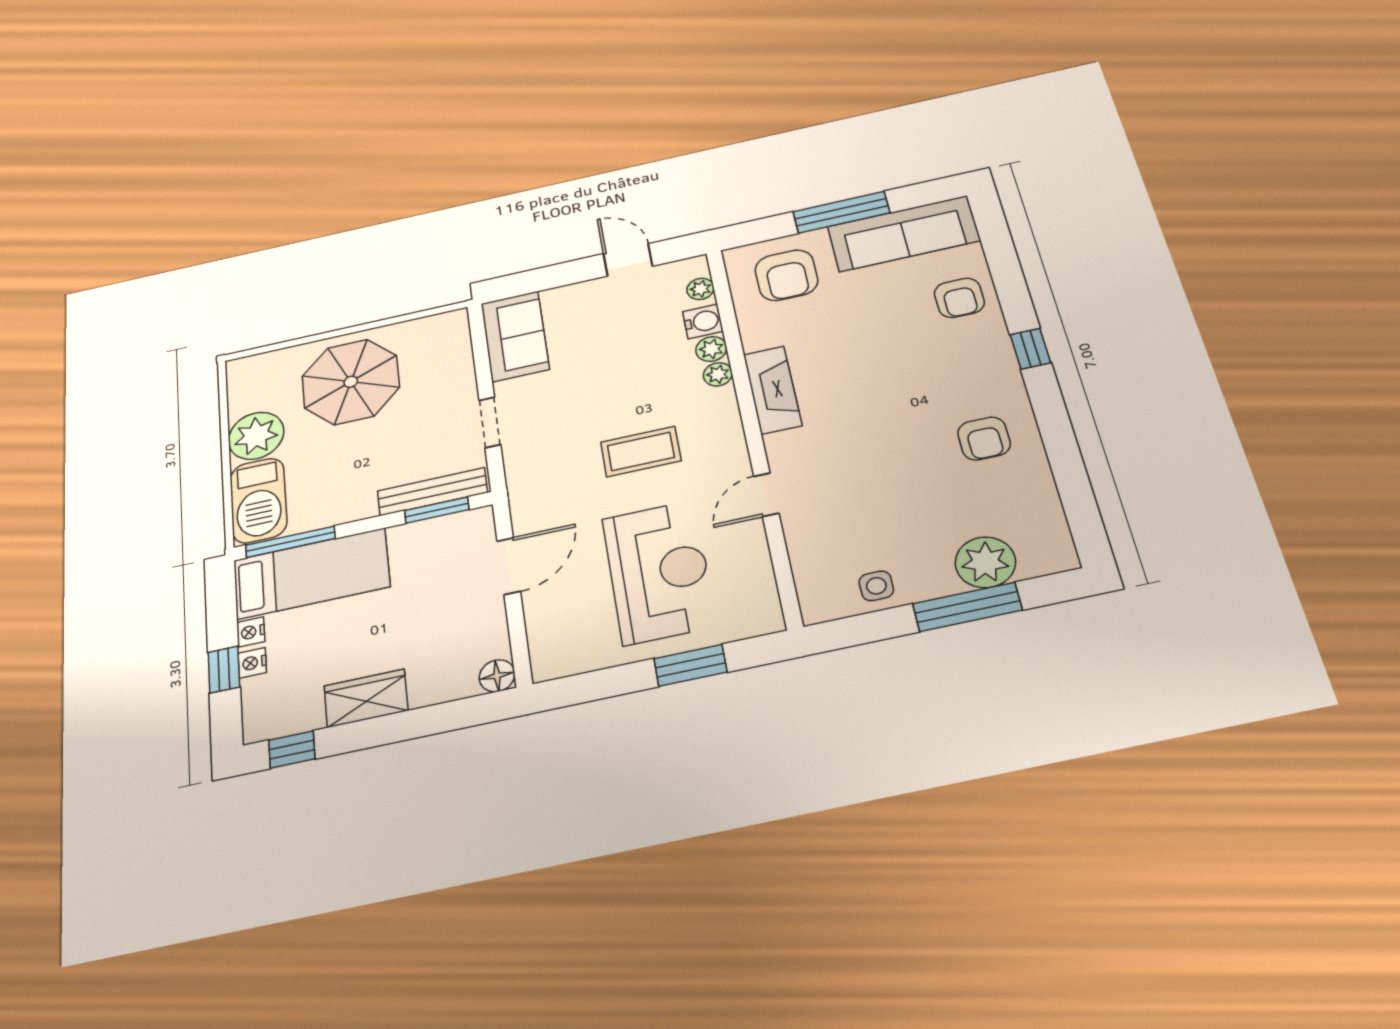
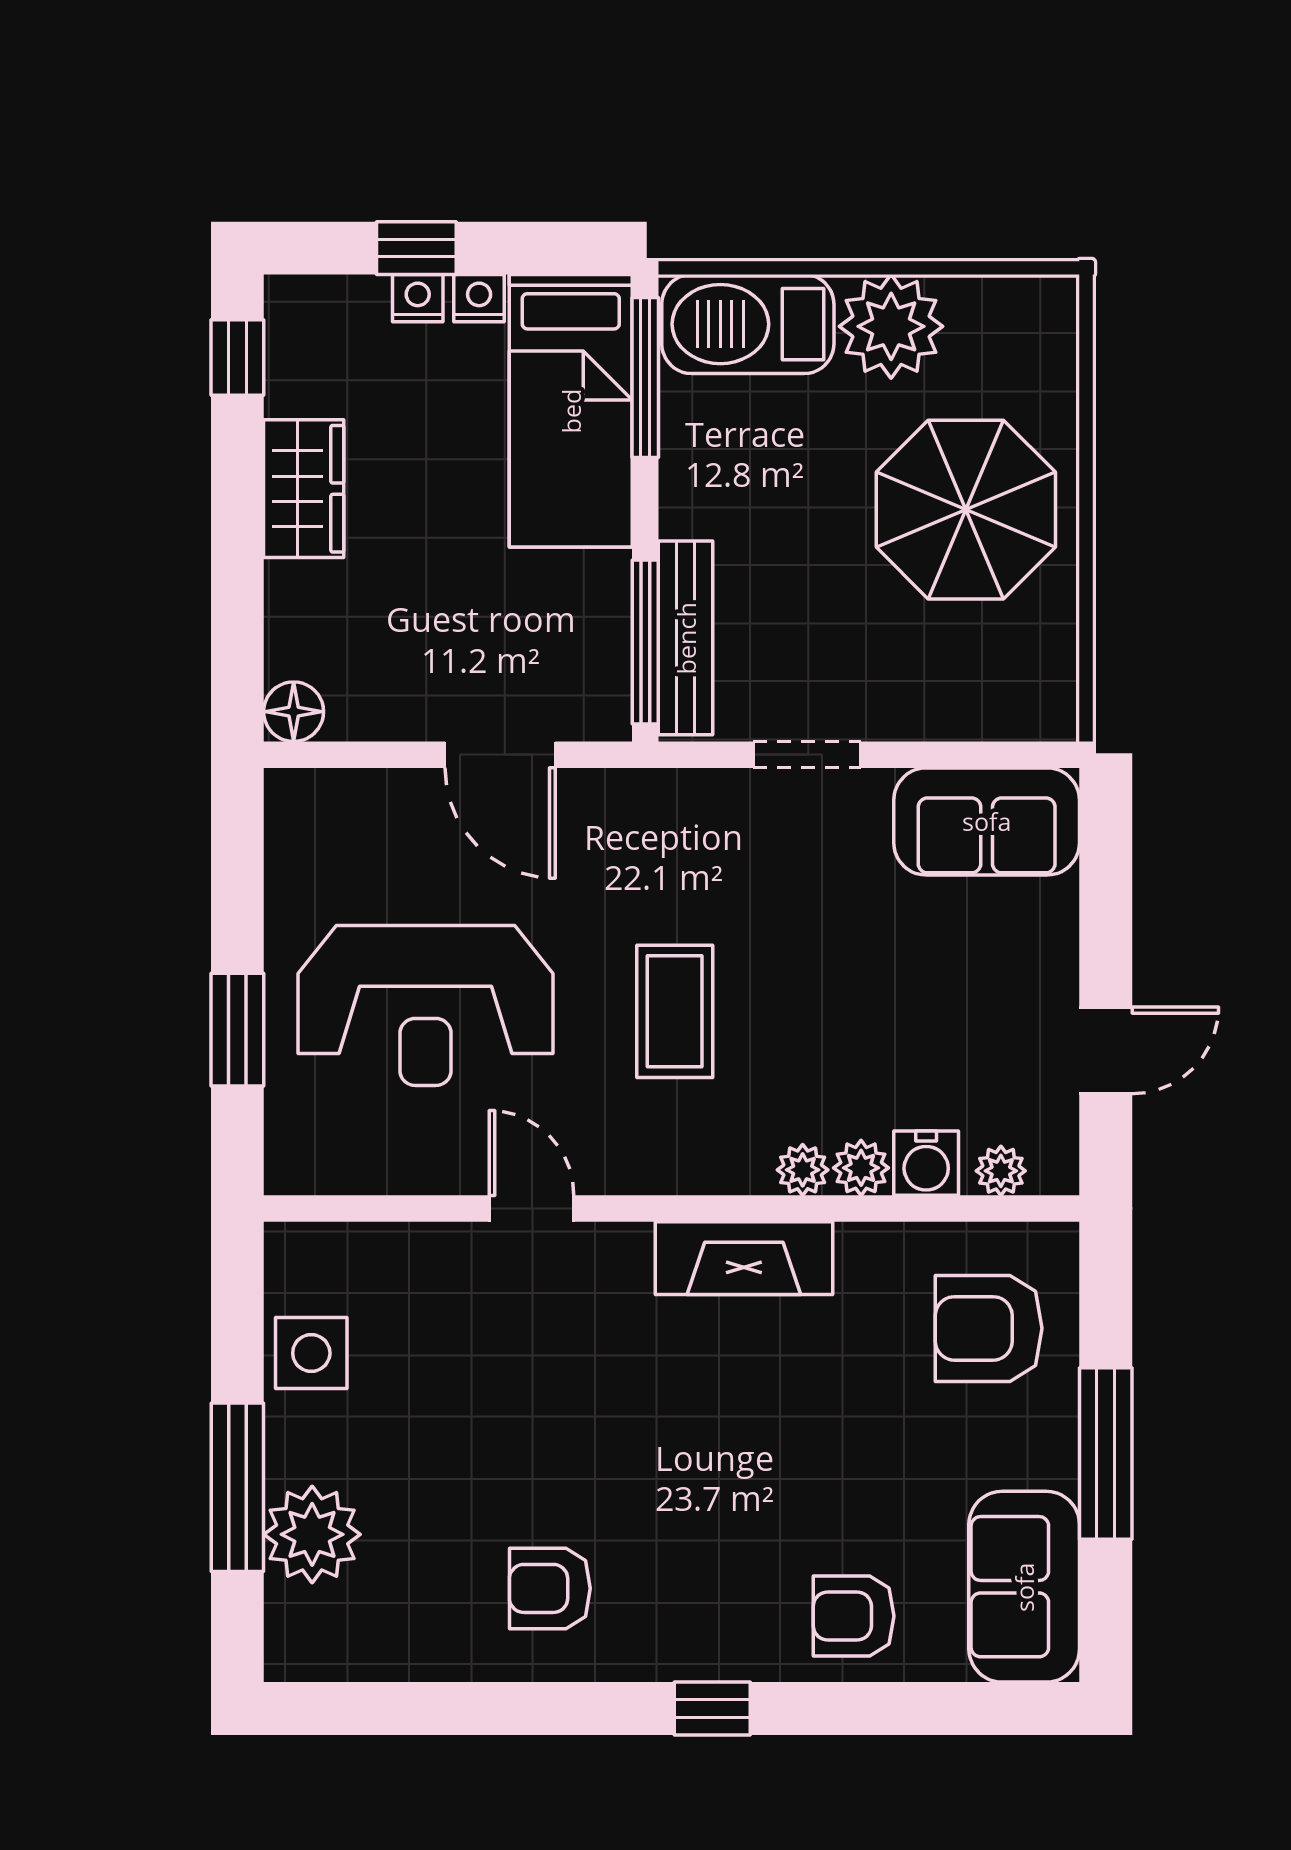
sofa: (903, 234) -> (1024, 1587), width x0.73
window: (437, 510) -> (645, 642), width x1.44
side table: (876, 586) -> (311, 1353), width x1.37, depth x1.37

